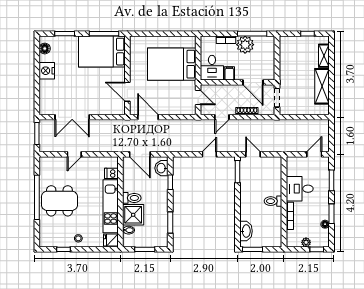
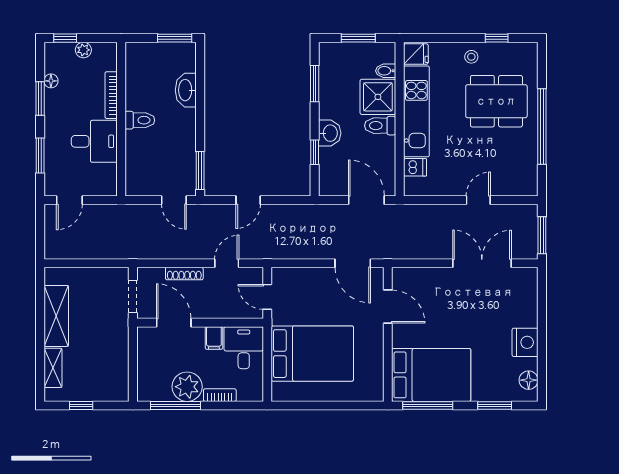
washbasin: (161, 168) -> (330, 133), moved
dining table: (59, 201) -> (496, 101), moved
washbasin: (246, 231) -> (186, 90), moved

